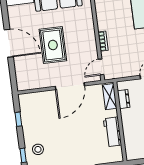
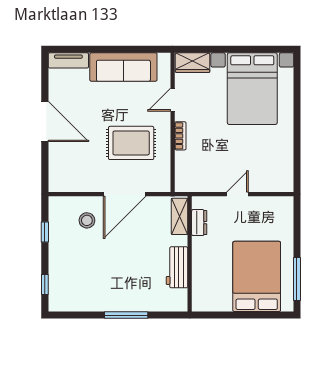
rug: (53, 45) -> (131, 143), moved, turned 90
door: (101, 67) -> (173, 100), moved
stool: (38, 149) -> (87, 220), moved

